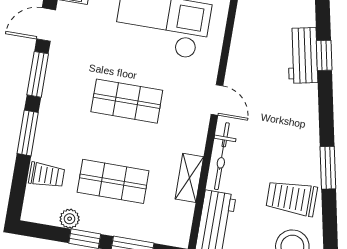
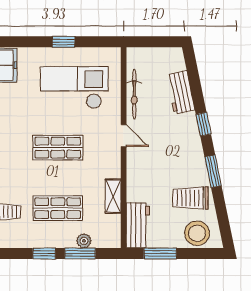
window: (324, 55) -> (203, 124), moved
bicycle: (222, 156) -> (134, 94), moved
plant: (70, 219) -> (84, 241), moved

